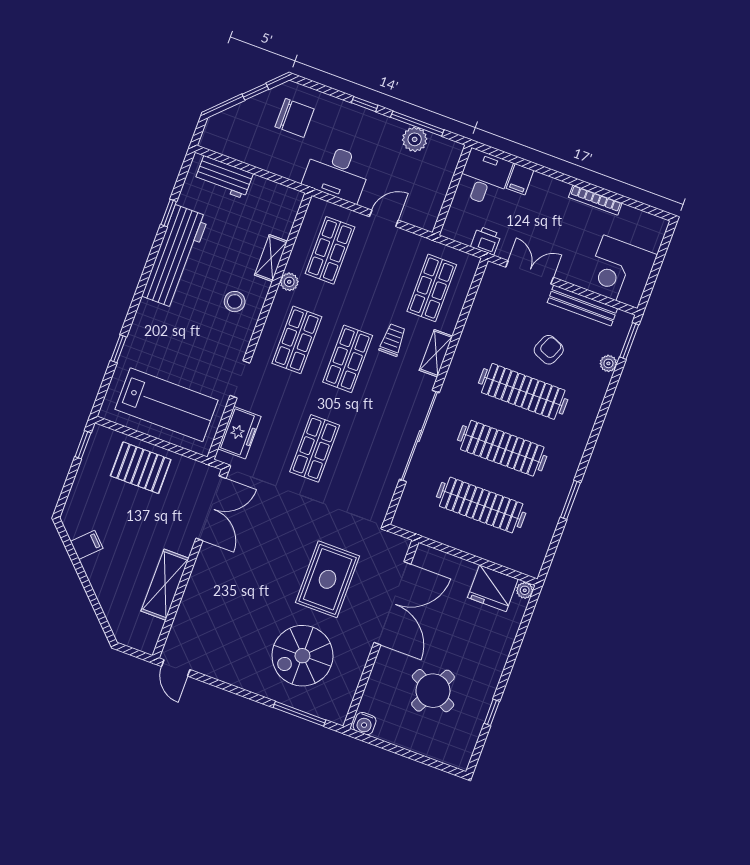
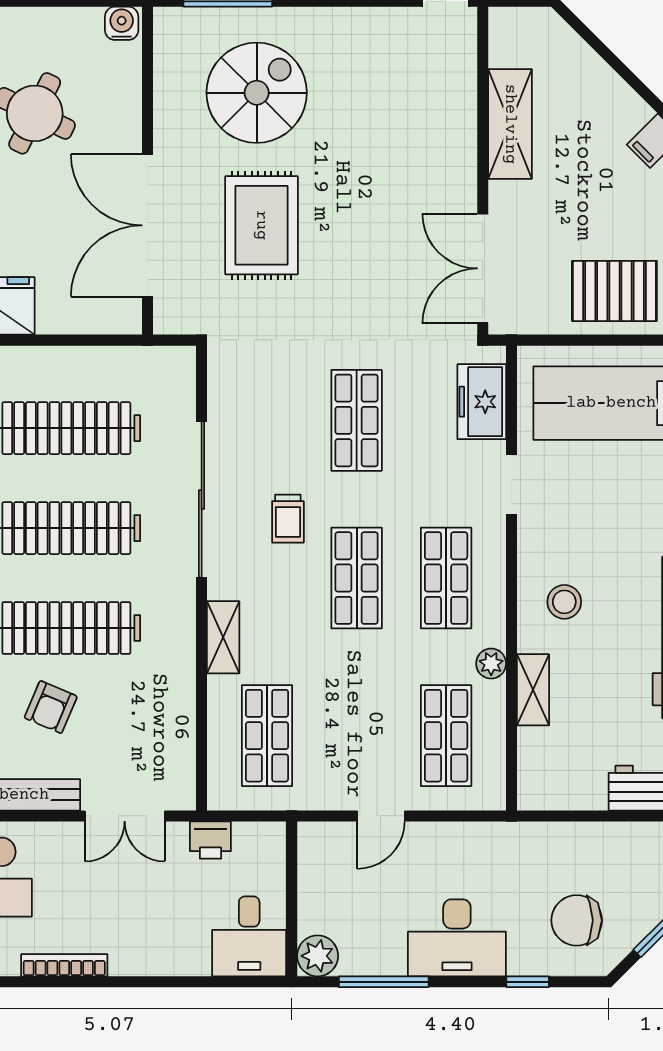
window: (365, 104) -> (528, 982), moved
plant: (415, 139) -> (318, 956), moved
desk: (337, 173) -> (457, 938), moved, turned 180
filing cabinet: (520, 179) -> (193, 954), removed
trolley: (393, 340) -> (288, 519), moved

